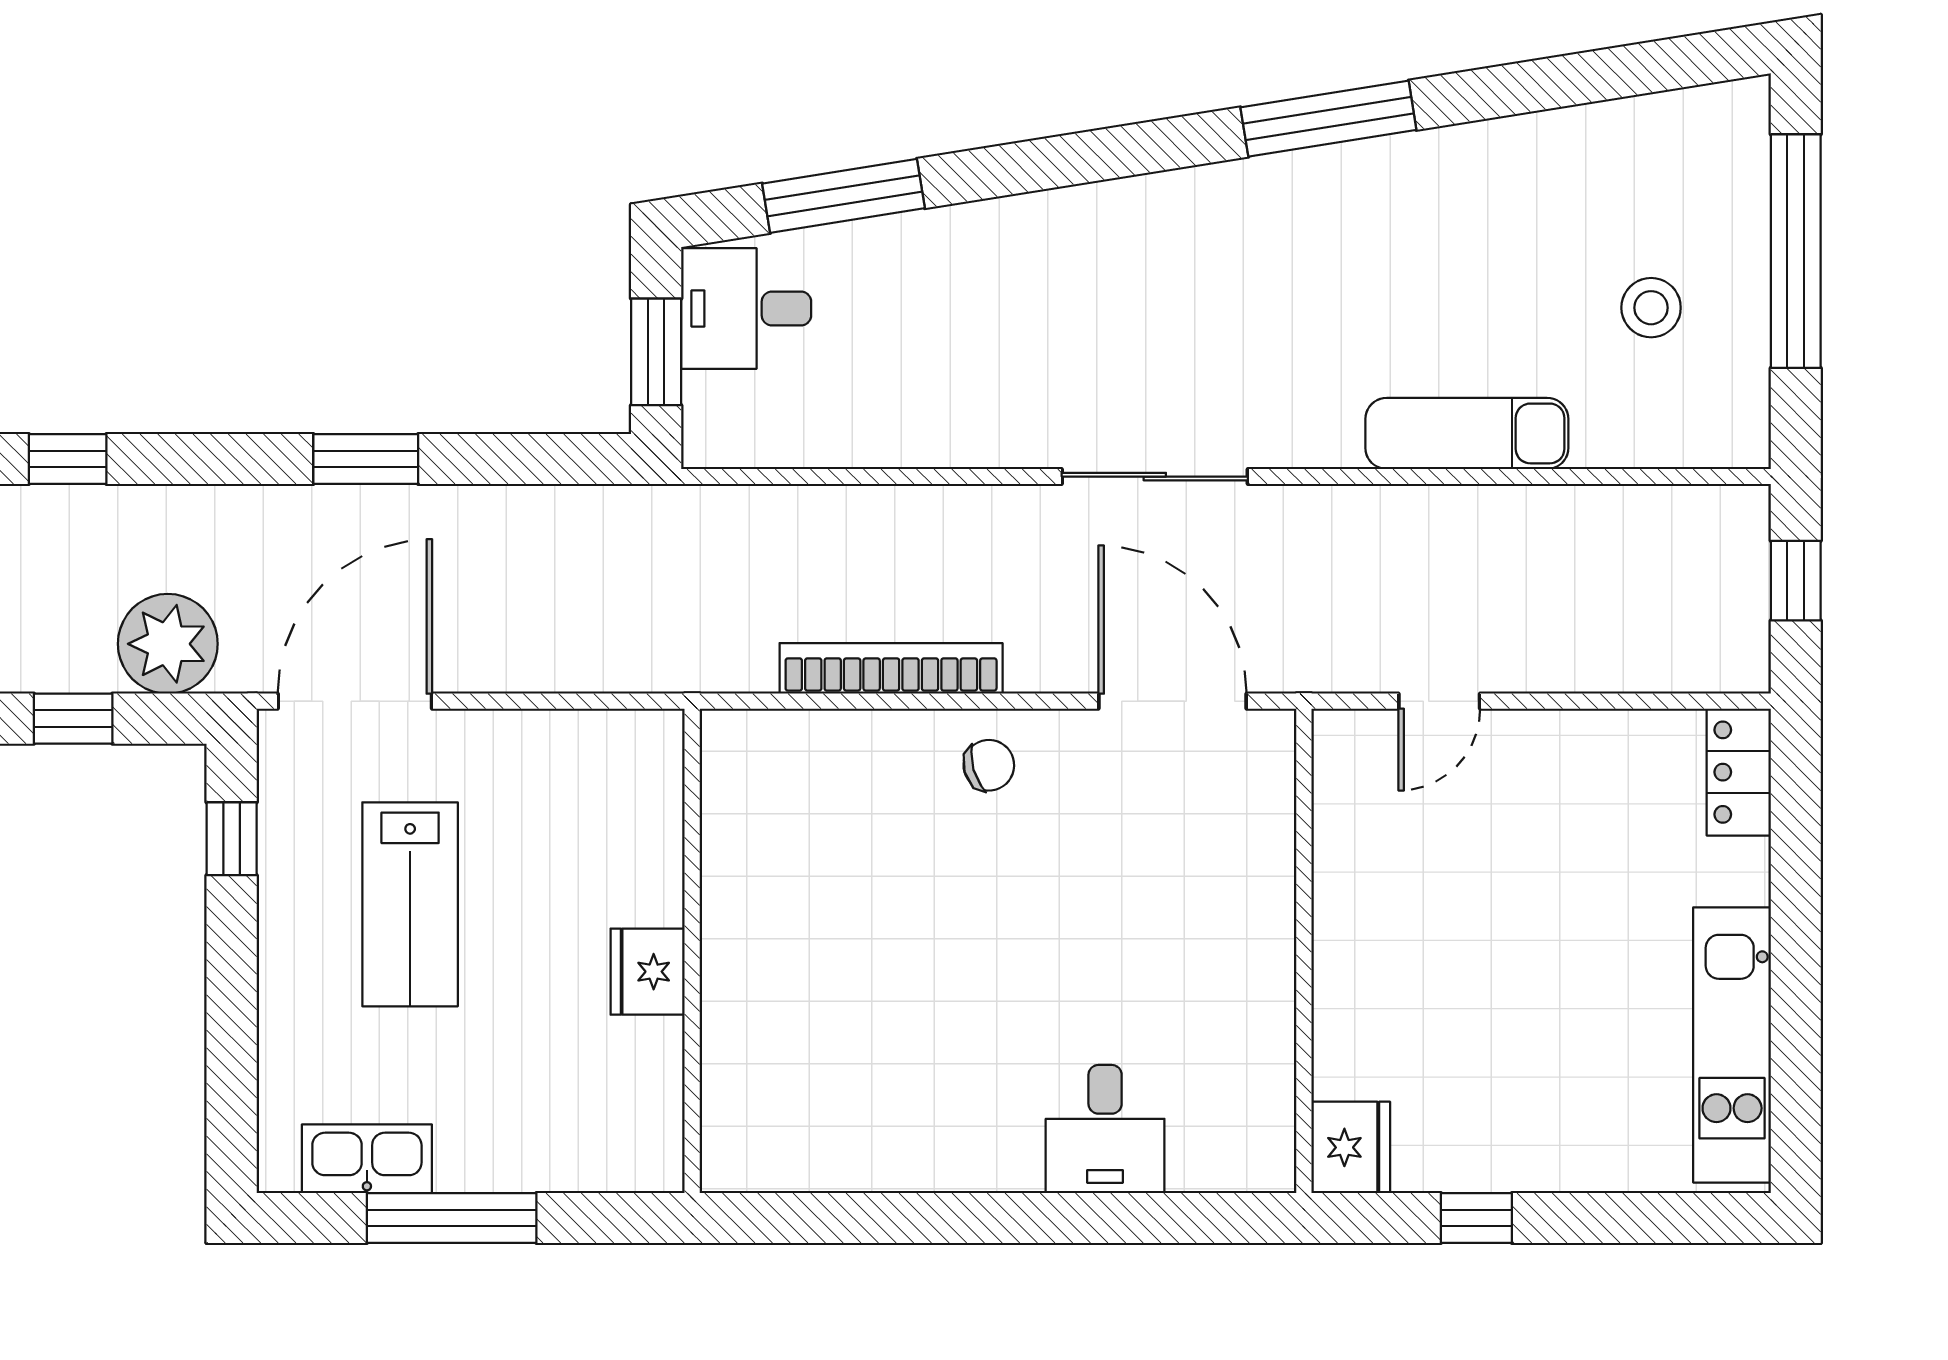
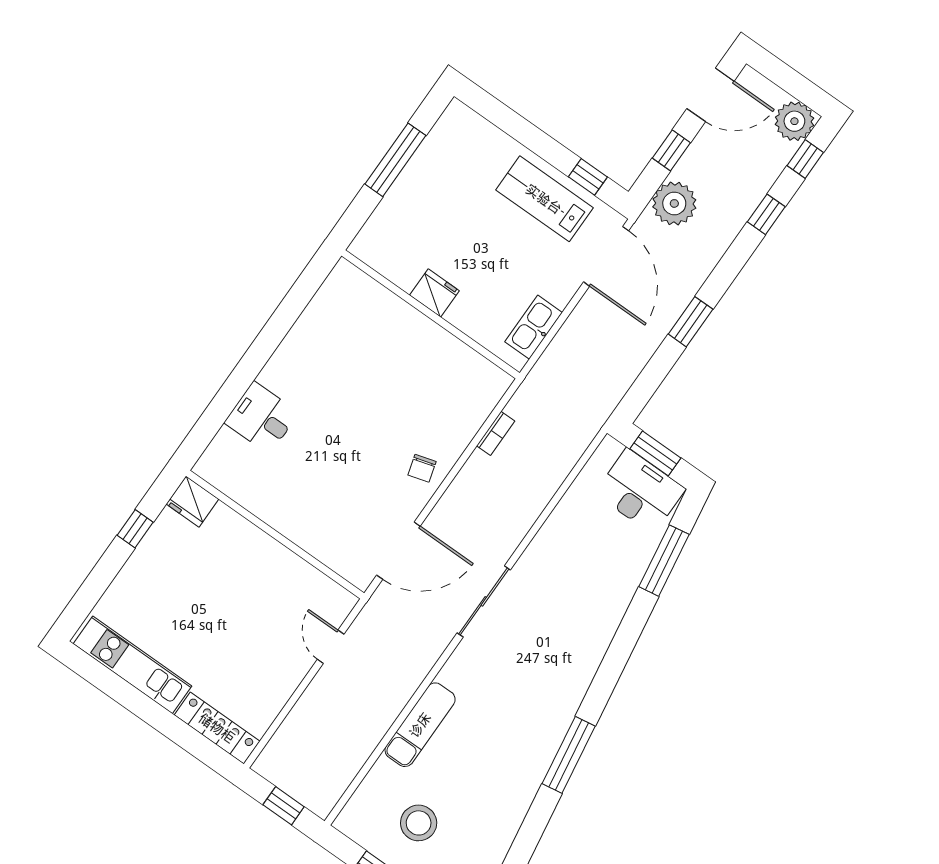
desk: (746, 308) -> (640, 491), width x1.37
stool: (1651, 308) -> (419, 823), width x1.38, depth x1.38
bookcase: (891, 668) -> (496, 433), width x0.43, depth x0.76
locker: (1739, 772) -> (217, 728), width x1.53
lab bench: (410, 904) -> (544, 199), moved
kitchen sink: (367, 1159) -> (534, 327), moved, turned 180

